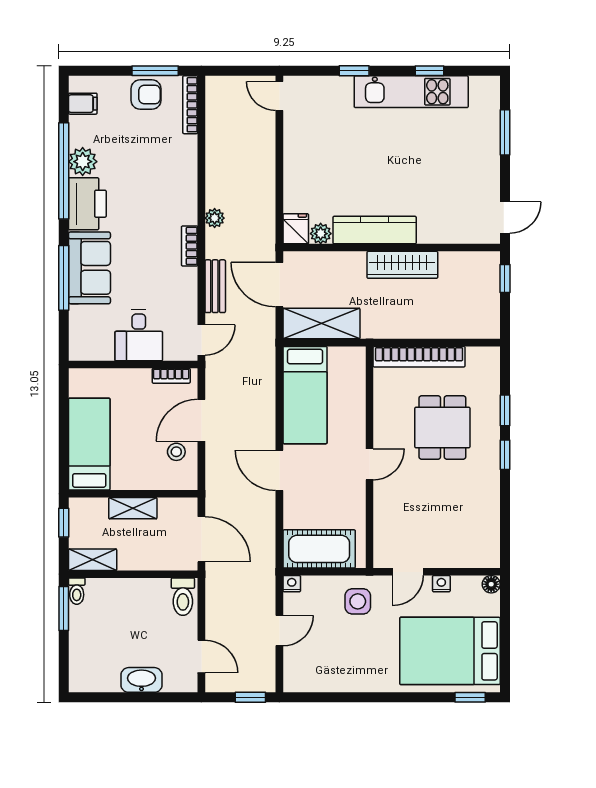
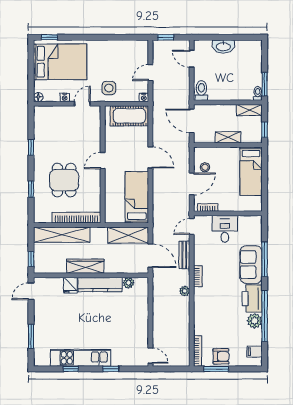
armchair: (146, 95) -> (221, 356), turned 180
fridge: (296, 229) -> (70, 285), moved
shelving: (447, 324) -> (62, 235), added
window: (505, 455) -> (31, 147), moved

